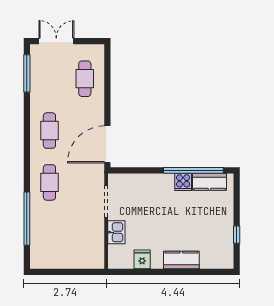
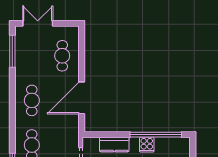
door: (107, 144) -> (82, 98), moved
kitchen counter: (209, 182) -> (114, 144), moved

